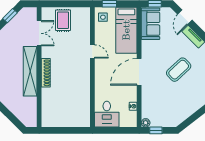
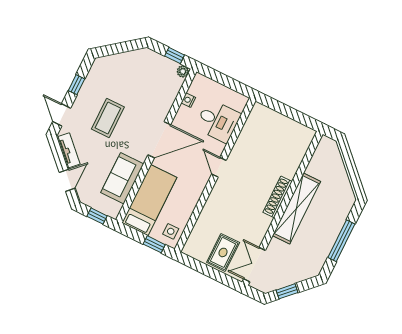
sofa: (151, 24) -> (122, 178), moved
double door: (39, 33) -> (255, 265), moved
door: (92, 52) -> (219, 167), moved
coffee table: (179, 70) -> (108, 118), turned -47
desk: (107, 114) -> (218, 121), moved, turned 90

